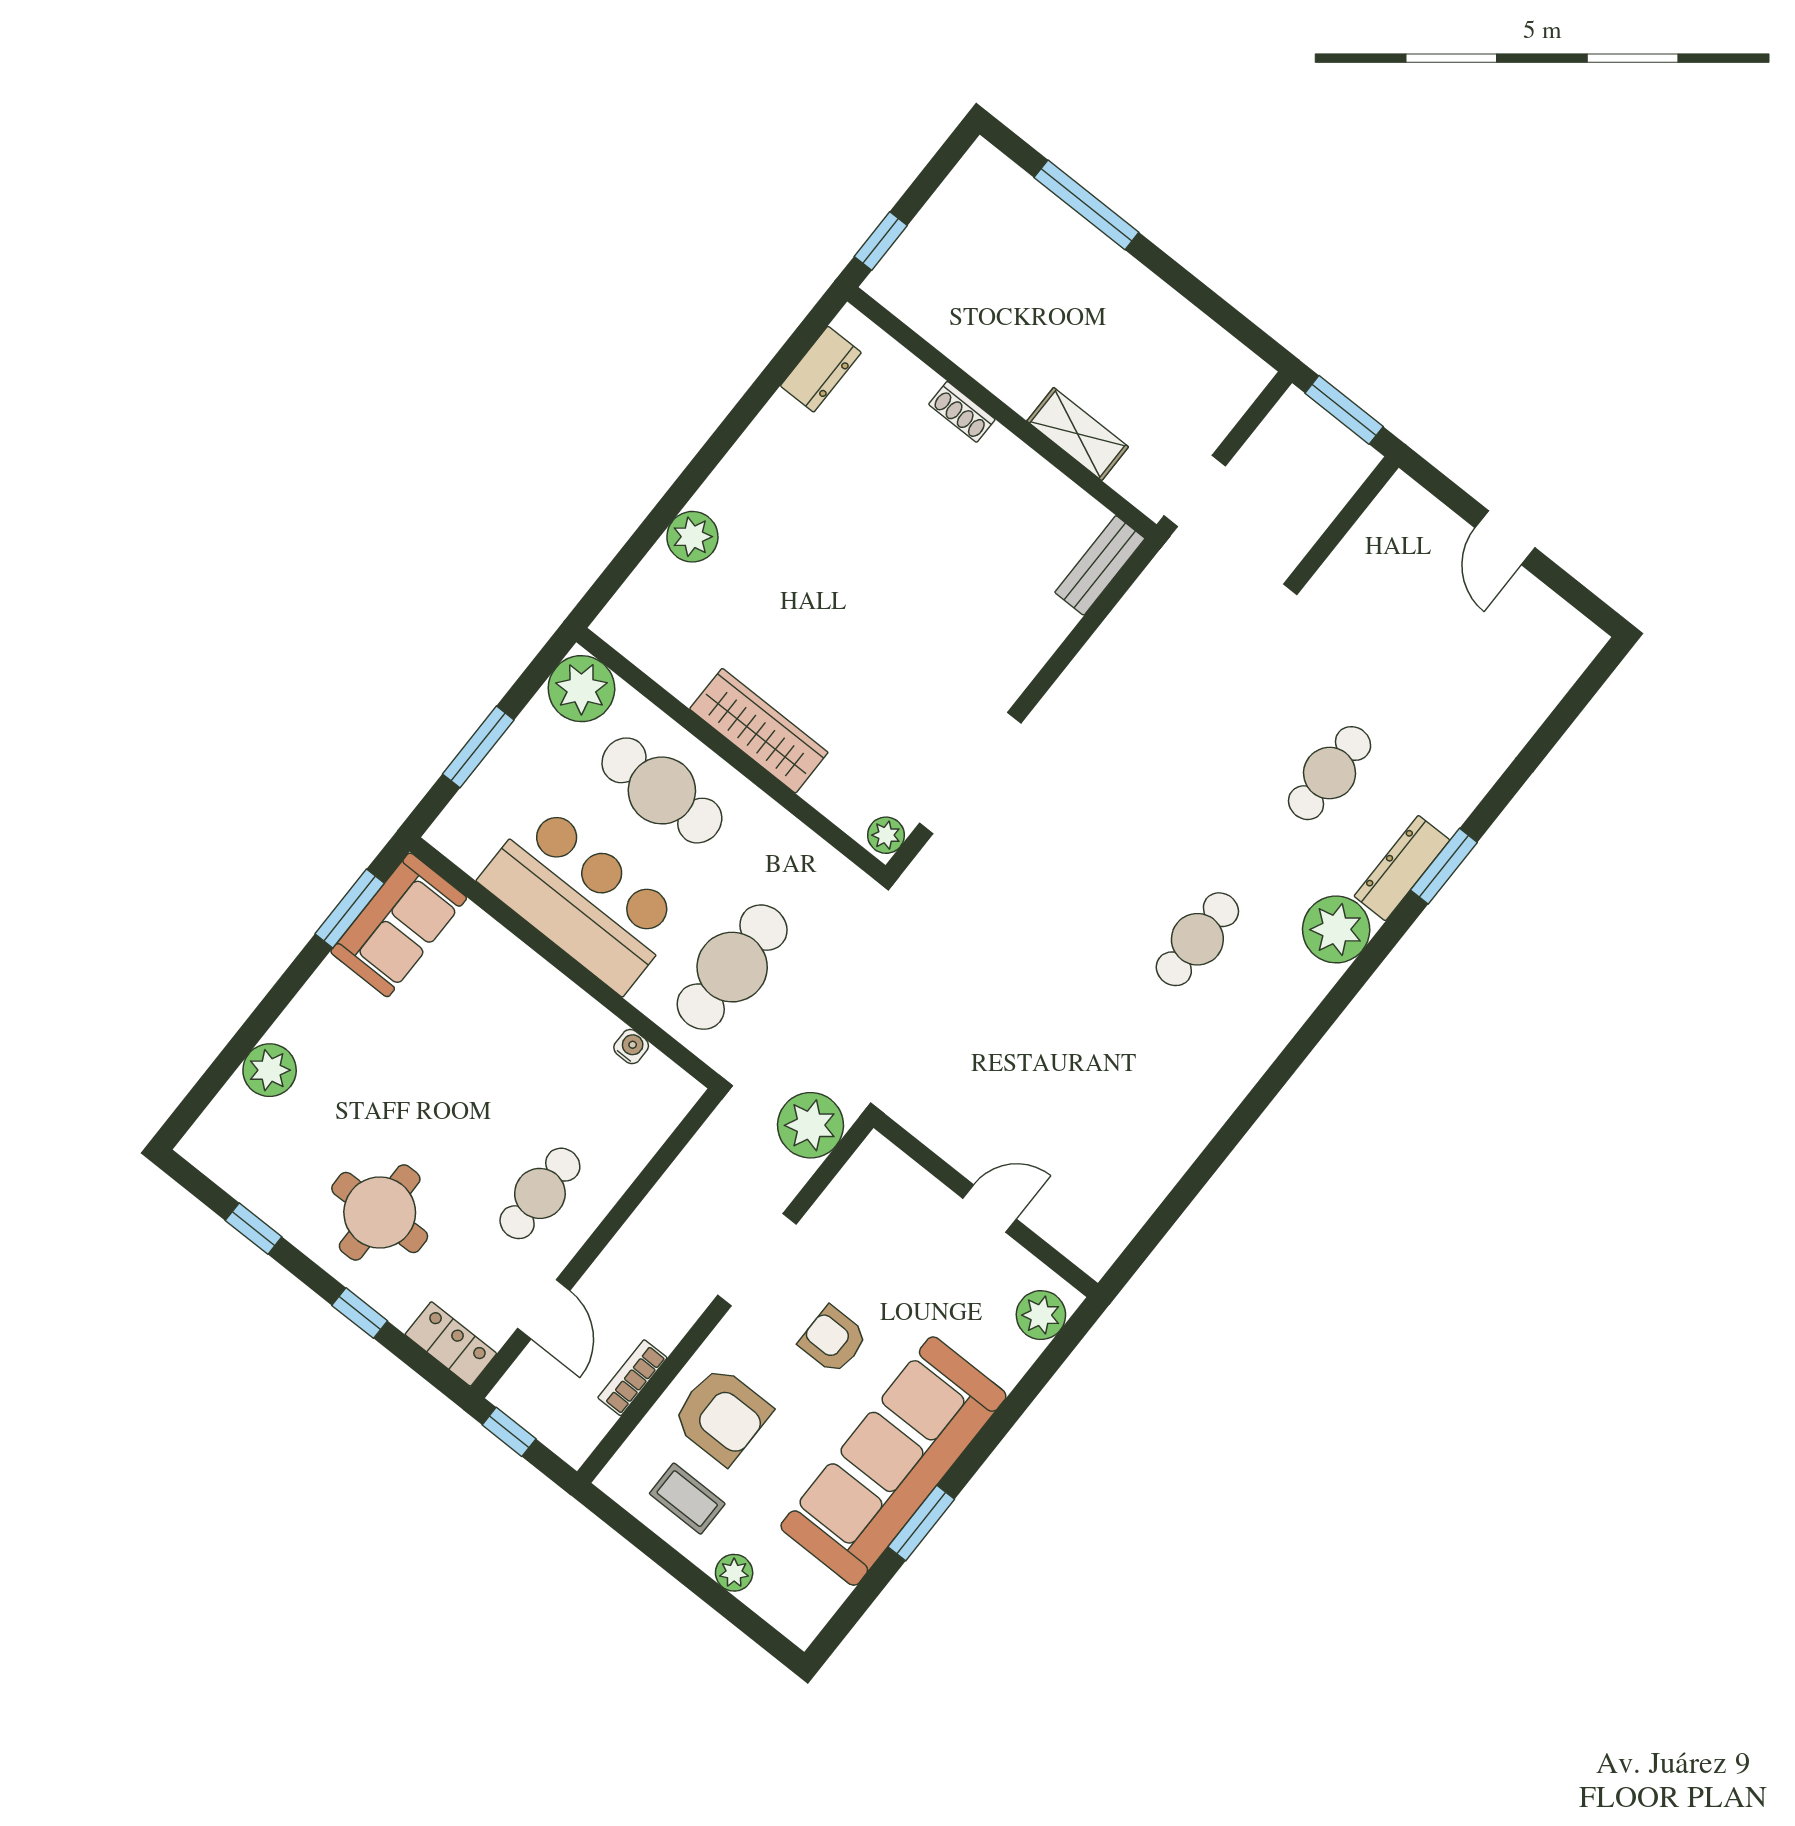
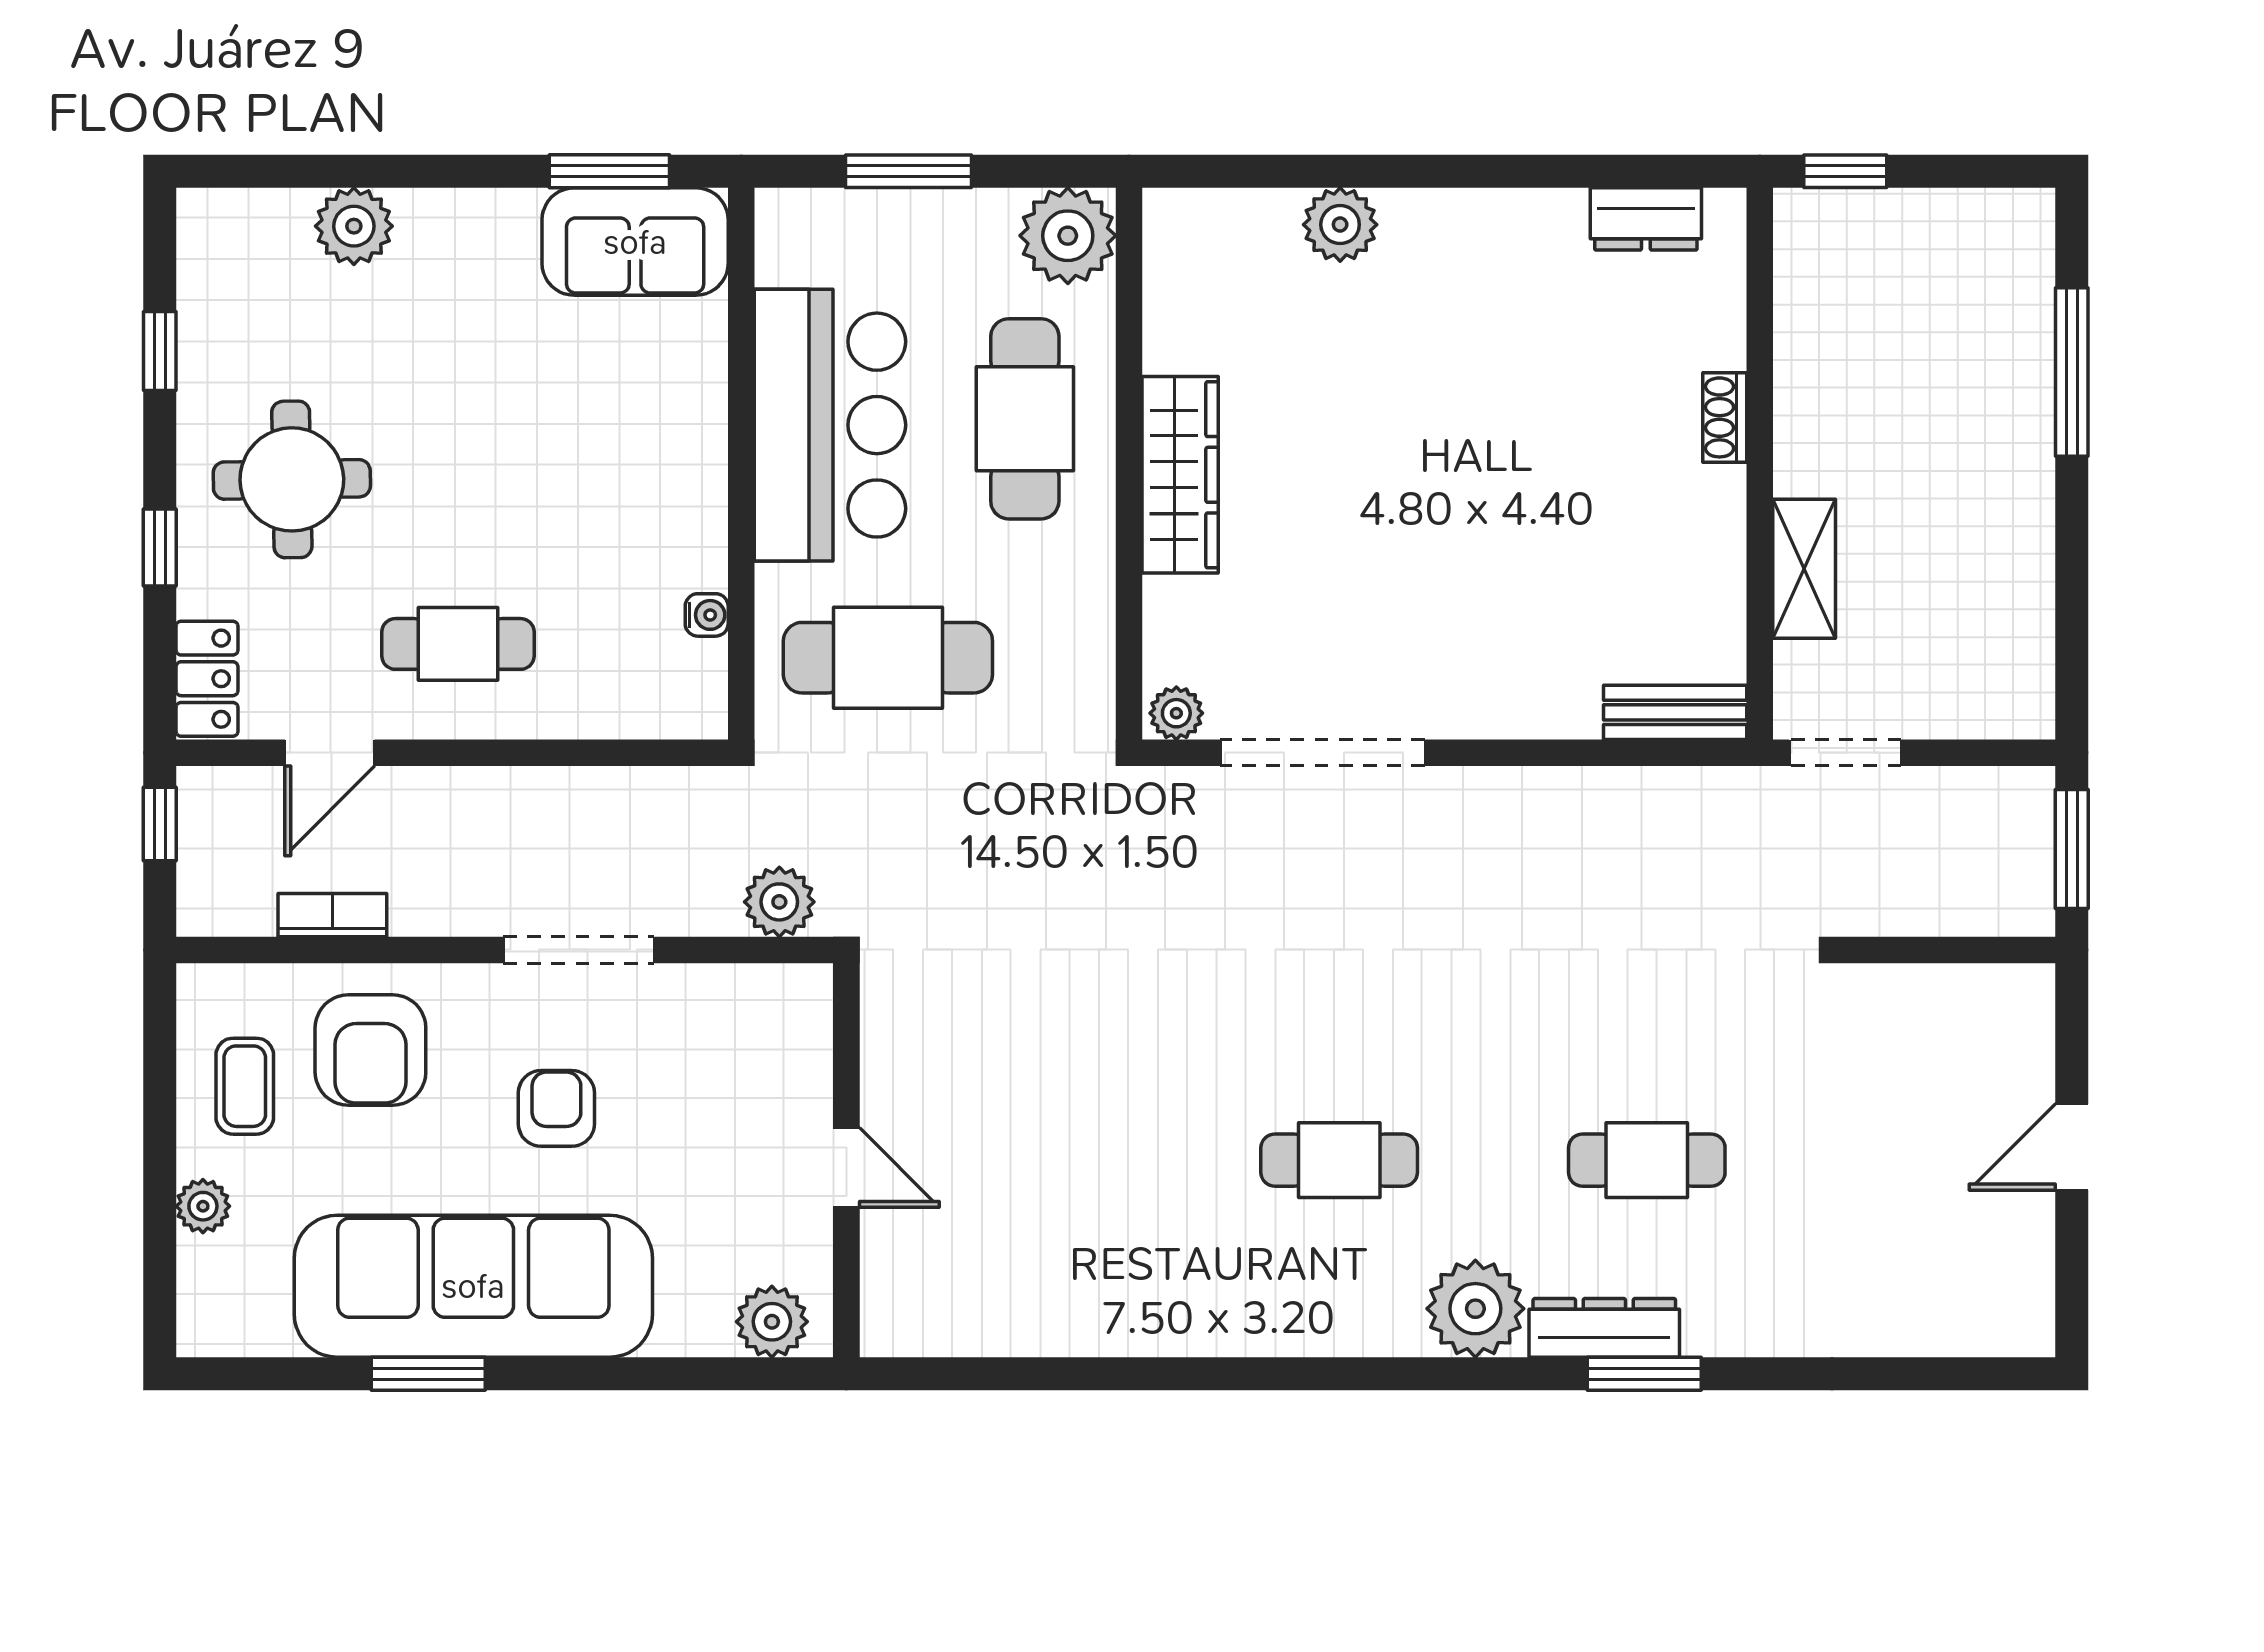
plant: (810, 1125) -> (779, 902), width x0.73, depth x0.73

